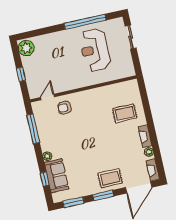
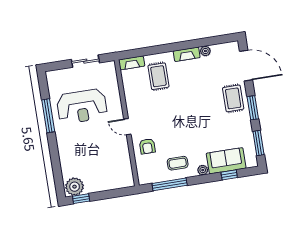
window: (85, 22) -> (48, 116), width x0.68
sliding door: (131, 37) -> (85, 61), moved
window: (21, 74) -> (81, 199), moved
door: (47, 97) -> (127, 127), moved
coffee table: (52, 134) -> (178, 163), added
fireplace: (153, 170) -> (132, 63), moved

